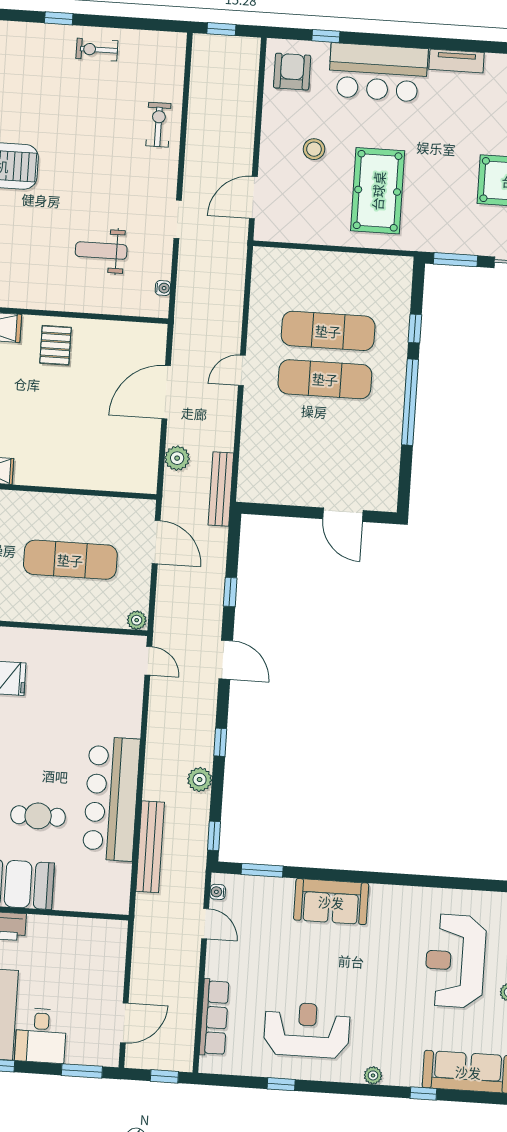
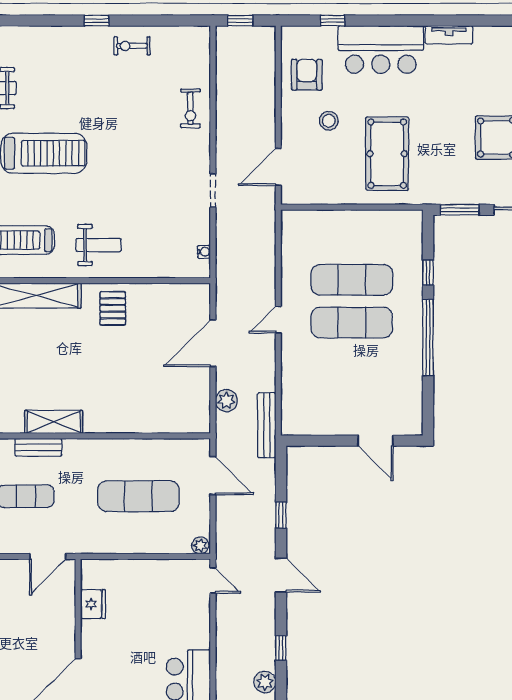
armchair: (292, 72) -> (307, 75), moved
exercise bike: (158, 125) -> (190, 108), turned 180
weight bench: (101, 251) -> (99, 245), moved, turned 180

